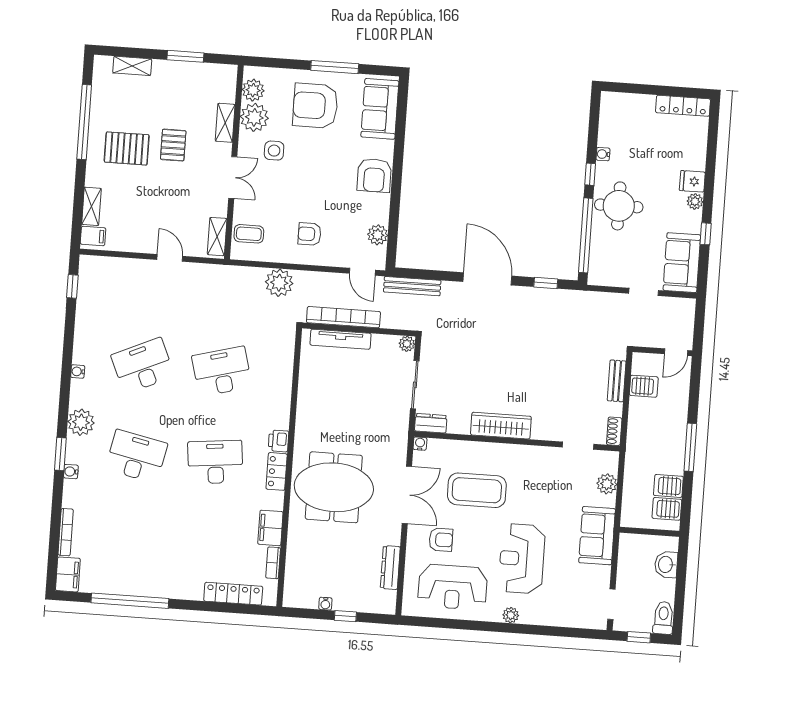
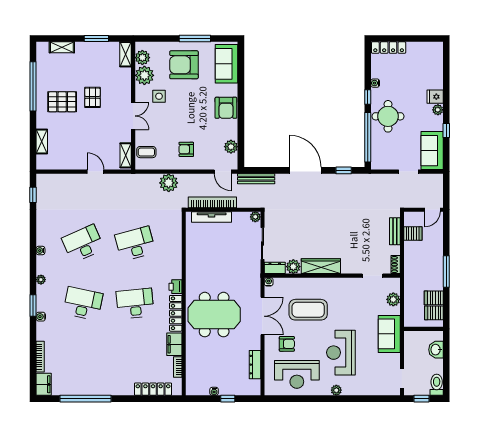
locker: (683, 106) -> (389, 48), moved
shelving: (225, 123) -> (126, 54), moved
filing cabinet: (93, 236) -> (44, 161), removed
plant: (81, 422) -> (41, 280), width x0.53, depth x0.53
plant: (459, 423) -> (293, 267), added
locker: (277, 471) -> (176, 313), width x1.53

